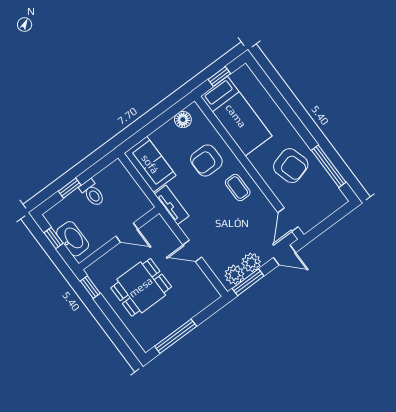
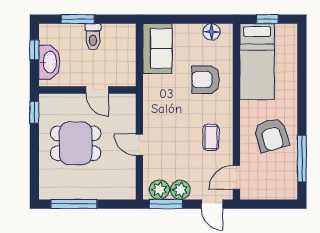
window: (70, 188) -> (78, 19), width x1.50
coffee table: (238, 188) -> (211, 138), moved
tv unit: (172, 205) -> (150, 95), removed

